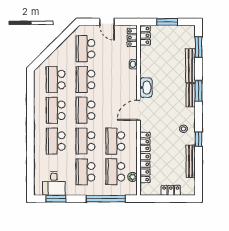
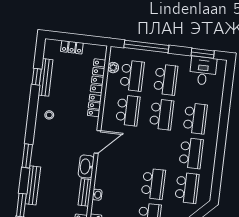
bench: (191, 95) -> (85, 192), moved
school desk: (85, 110) -> (157, 149), removed
window: (199, 139) -> (37, 77), moved

